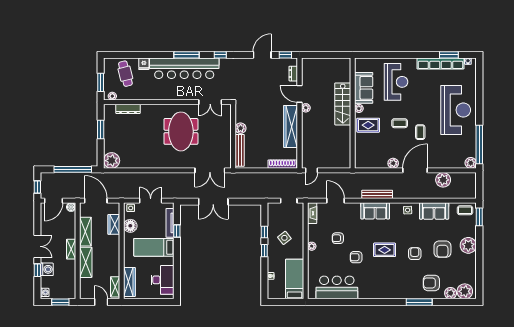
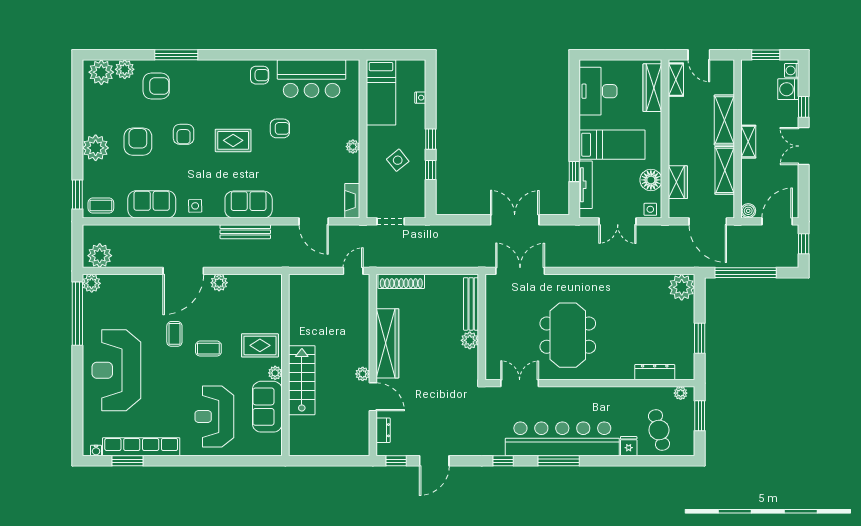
plant: (443, 180) -> (100, 256), moved
armchair: (338, 238) -> (260, 75), moved
washing machine: (47, 269) -> (788, 89), moved

